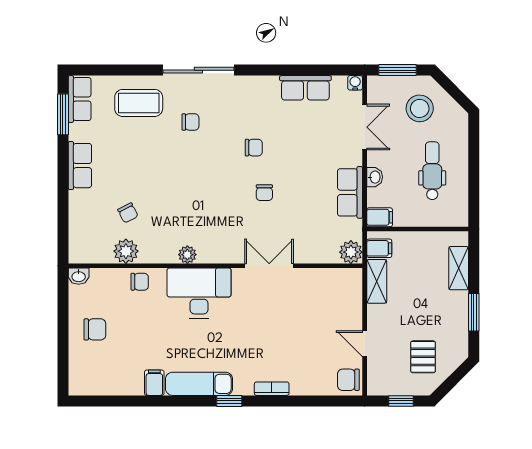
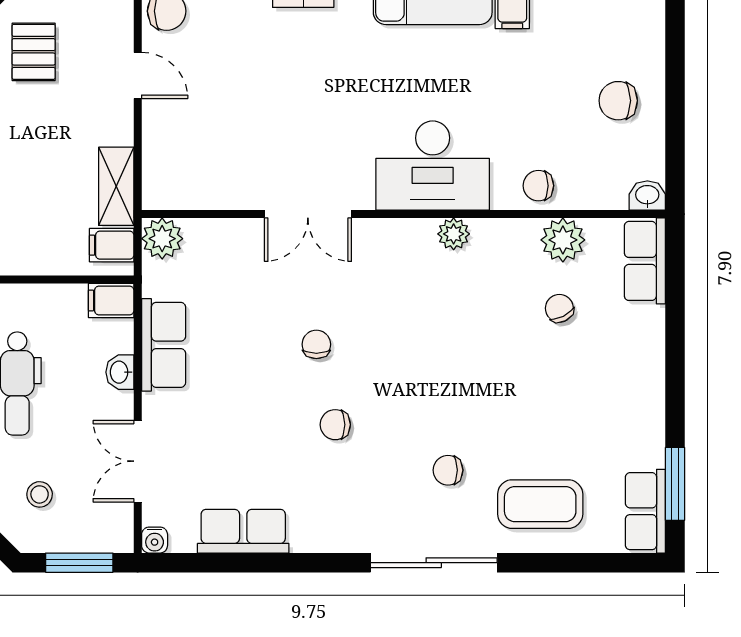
stool: (420, 108) -> (40, 494), width x0.53, depth x0.53
row of seats: (80, 166) -> (645, 261), moved

